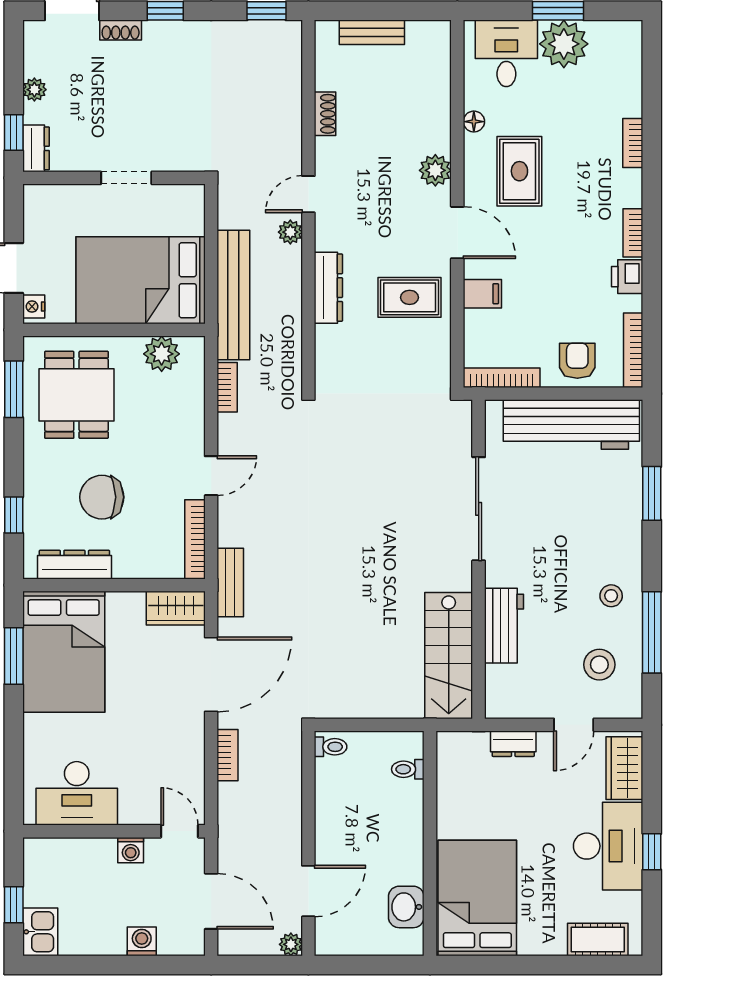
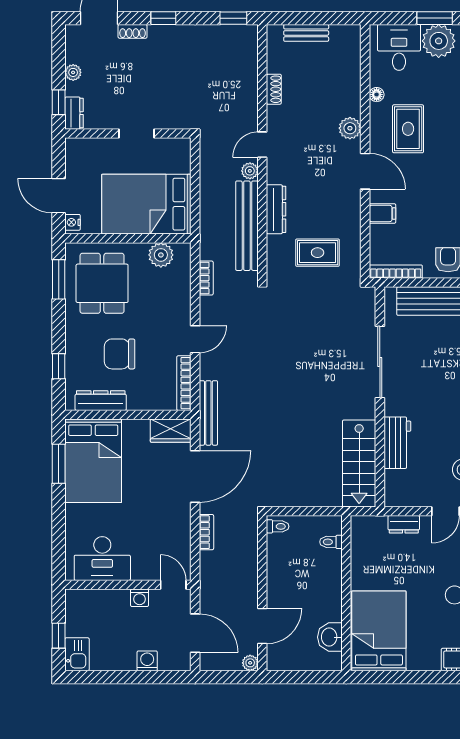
bench: (233, 295) -> (247, 226), moved
rug: (410, 297) -> (318, 253), moved
bench: (230, 582) -> (208, 413), width x1.36

